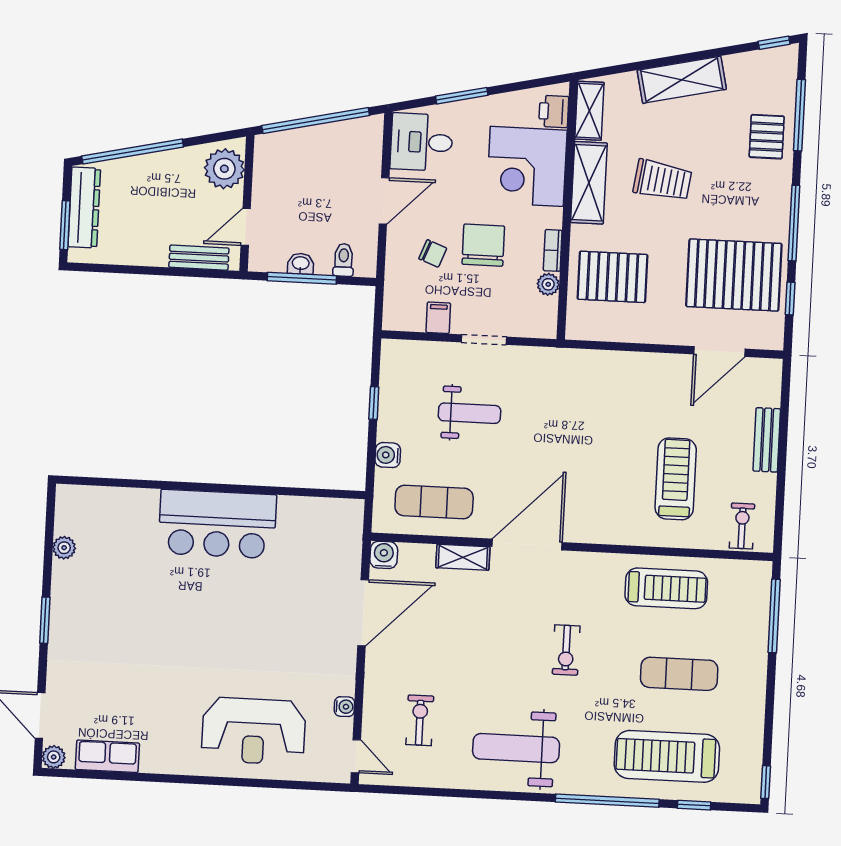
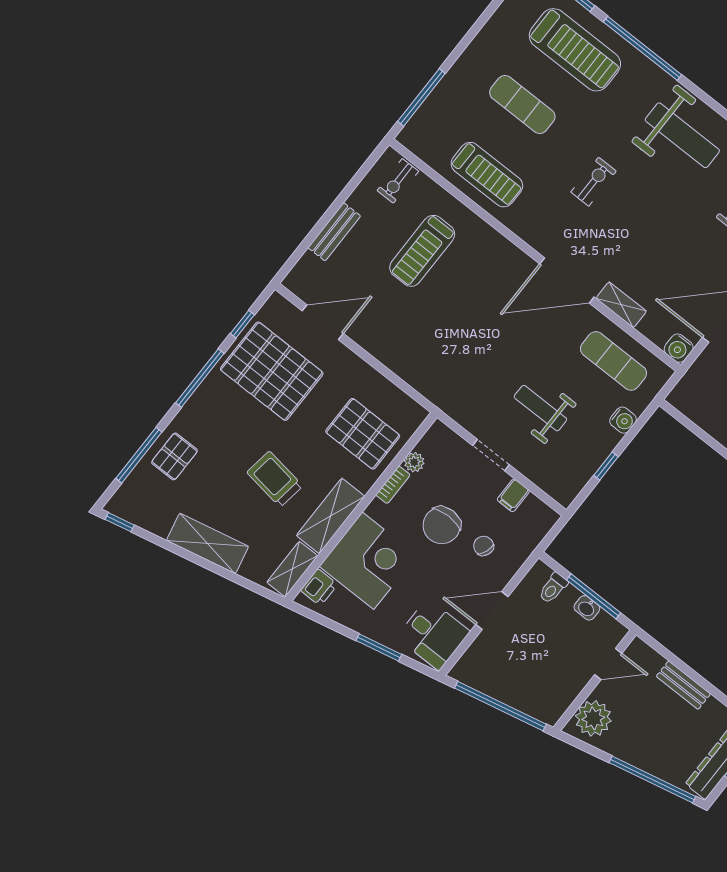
bench: (199, 258) -> (683, 685), moved
treadmill: (666, 588) -> (487, 175), turned 180

